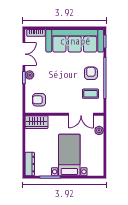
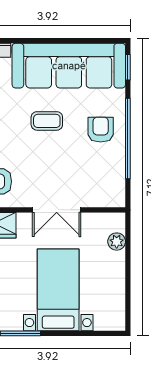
coffee table: (90, 94) -> (47, 121), moved
double door: (81, 114) -> (57, 210), moved

